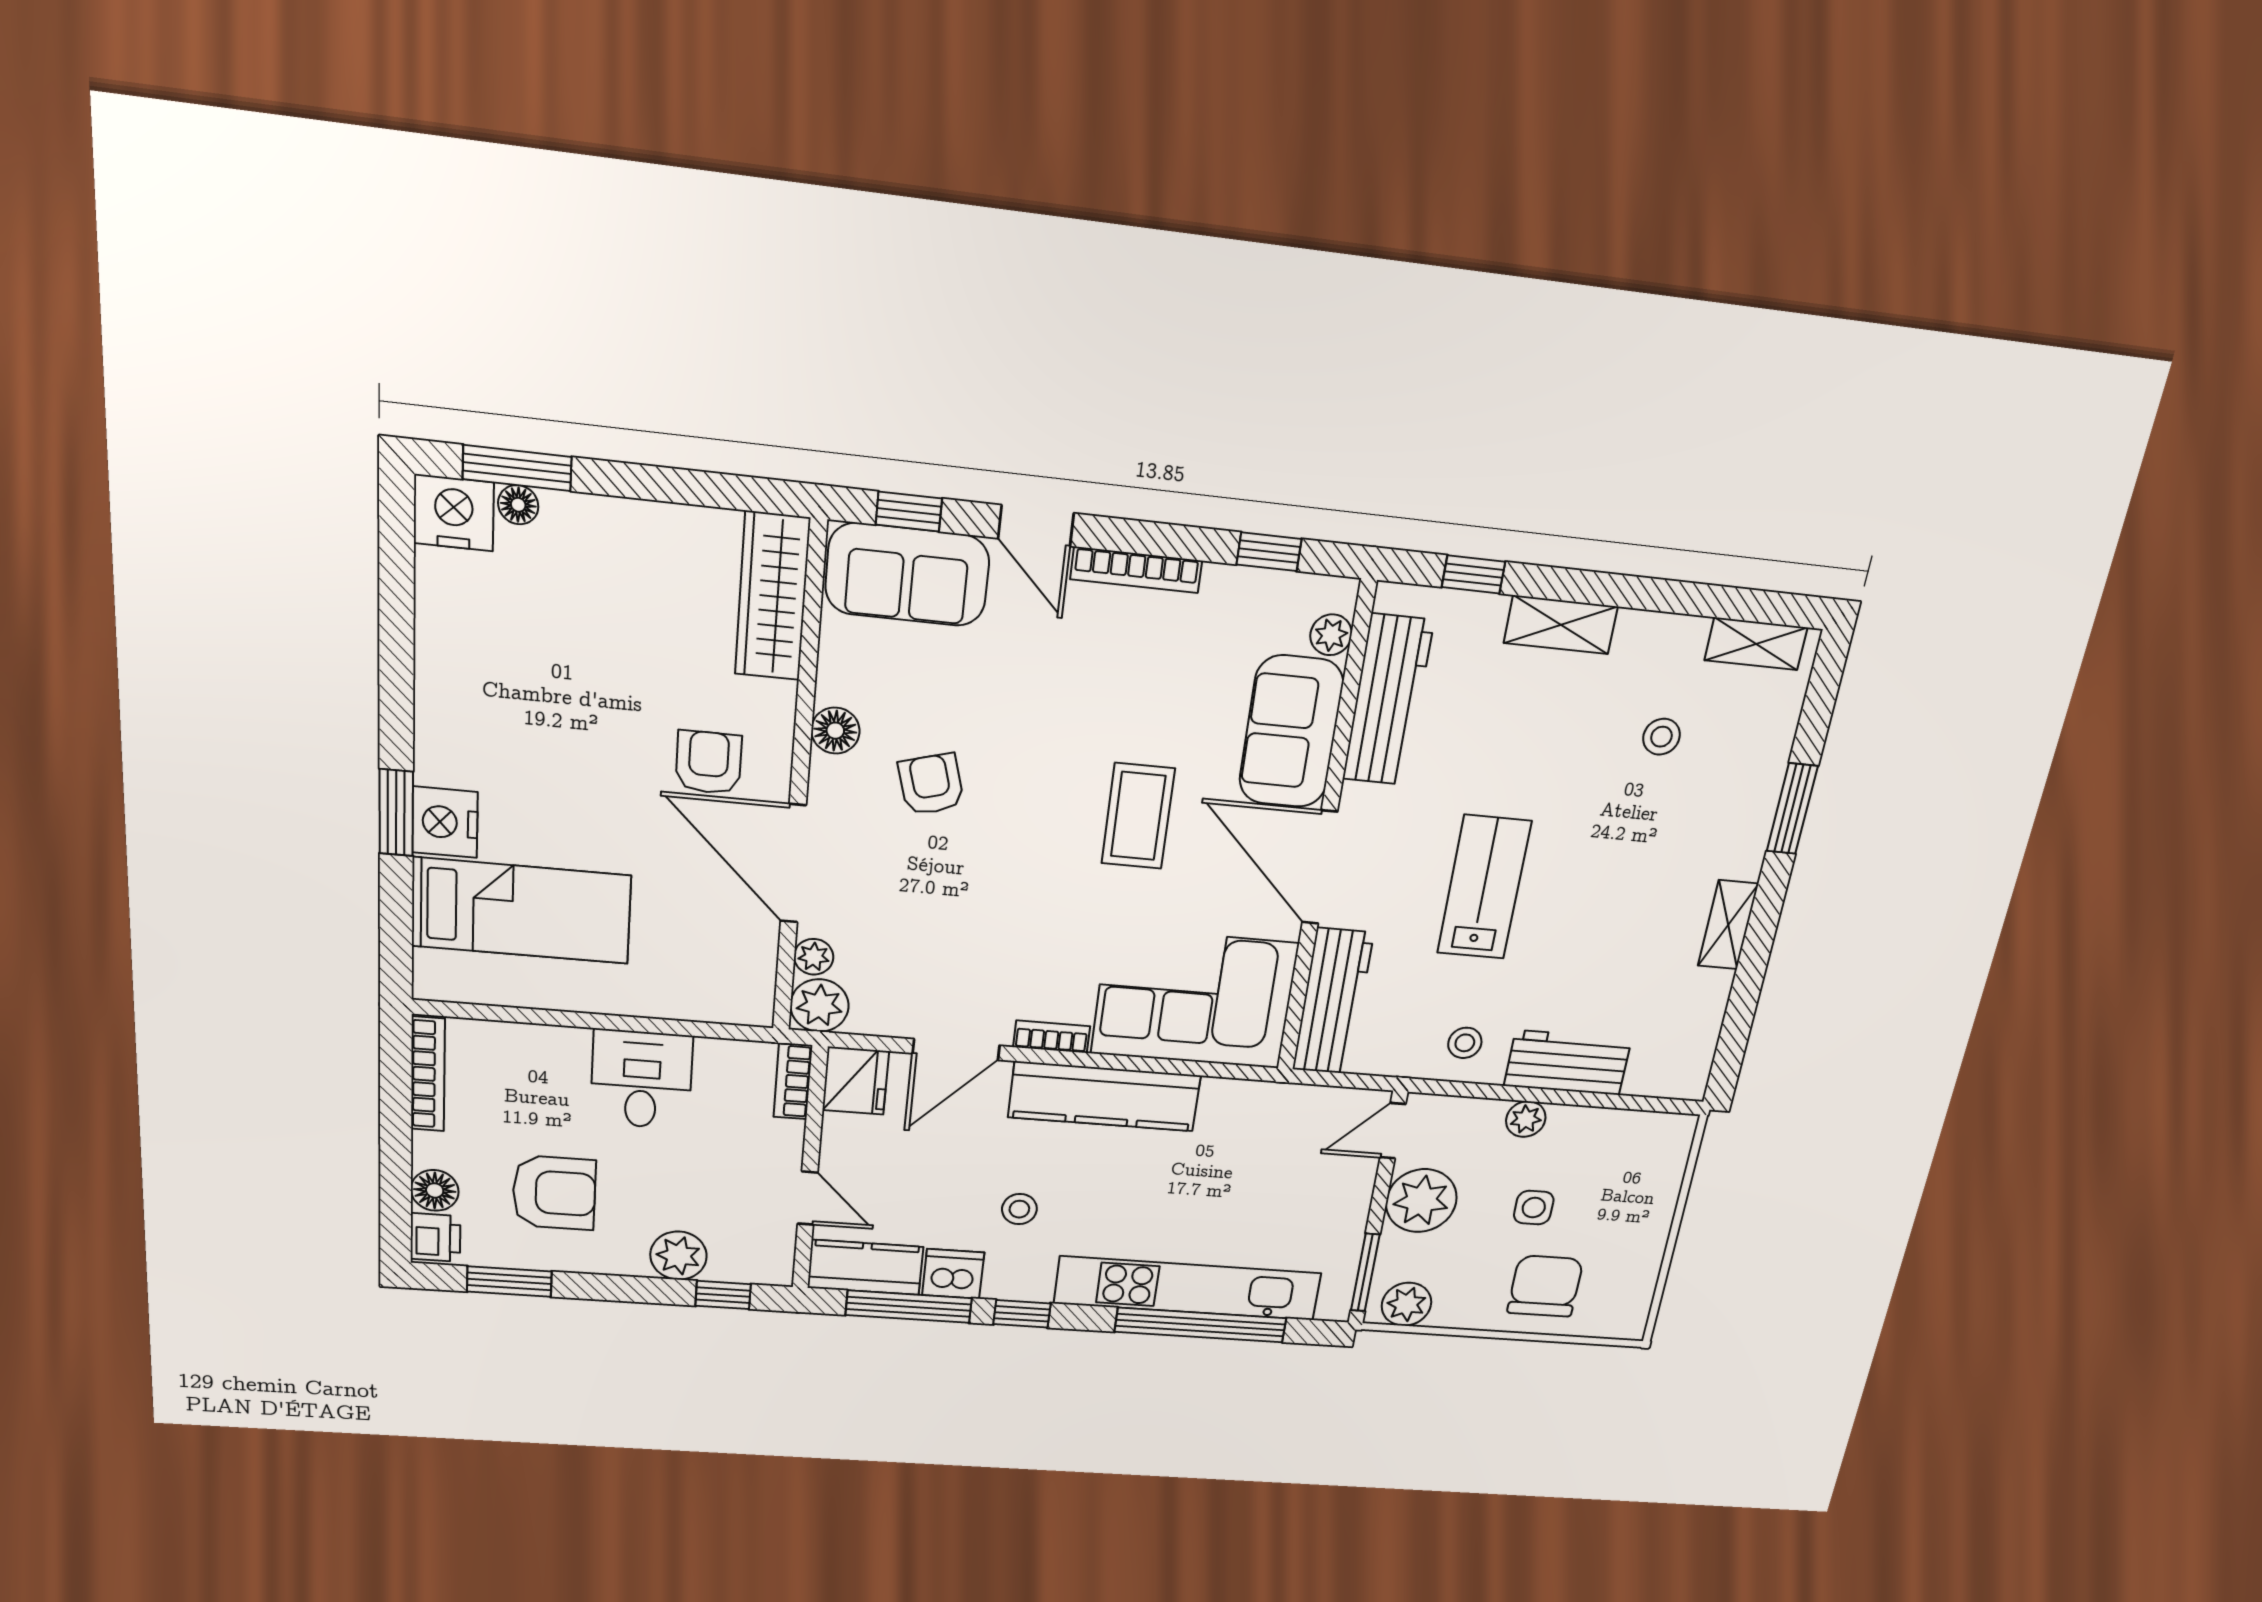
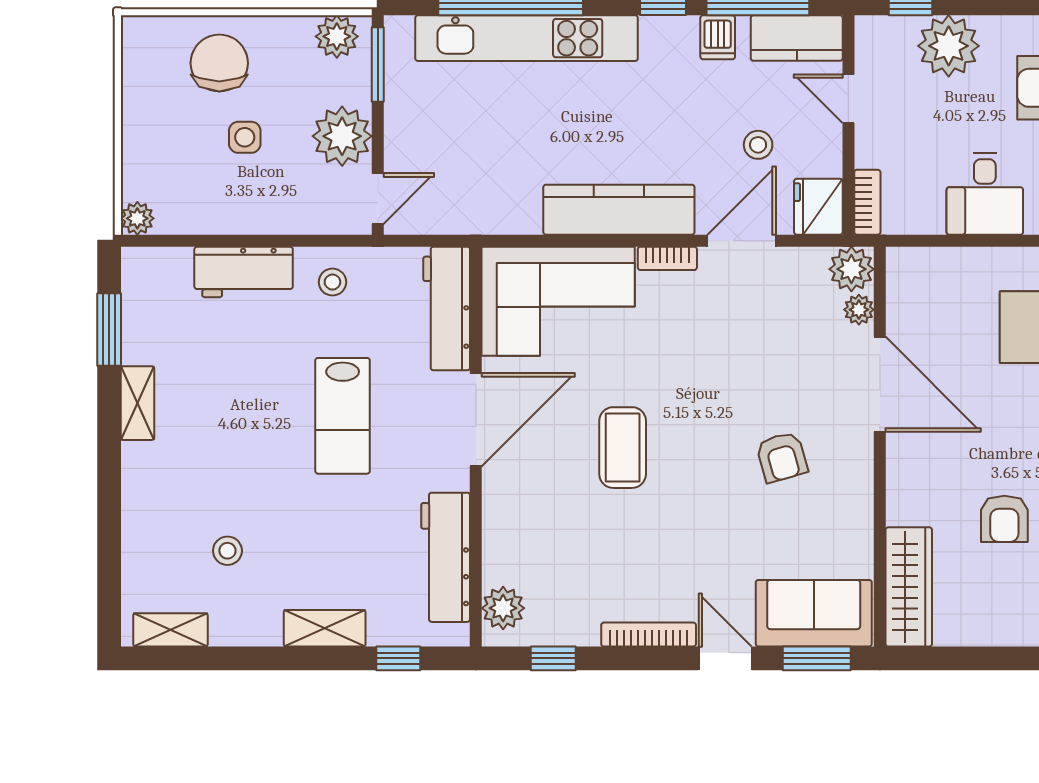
window: (909, 512) -> (817, 658), width x1.50
plant: (1331, 635) -> (503, 608), width x1.38, depth x1.38
floor lamp: (835, 731) -> (856, 492), removed
sofa: (1291, 732) -> (515, 525), removed
armchair: (709, 762) -> (1004, 519), moved
window: (1792, 809) -> (109, 330), moved
door: (1320, 867) -> (476, 420), hinge flipped
plant: (1526, 1119) -> (137, 218), moved
stool: (1019, 1209) -> (758, 145), moved
plant: (678, 1256) -> (949, 46), width x1.36, depth x1.36
dishwasher: (953, 1274) -> (718, 37), width x0.73
chair: (1545, 1286) -> (219, 63), turned 180

